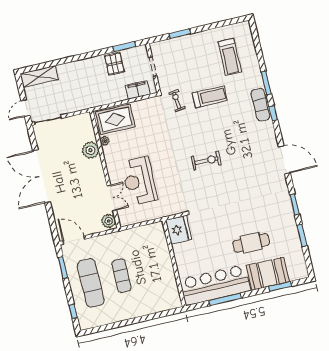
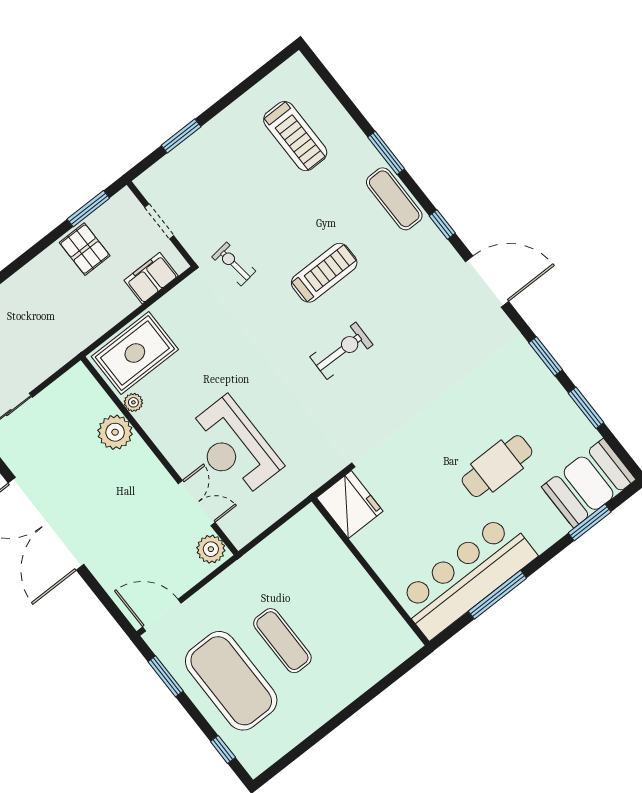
treadmill: (210, 97) -> (324, 273), moved
window: (273, 113) -> (442, 224), moved
booth: (268, 274) -> (589, 483), moved
exercise mat: (91, 283) -> (231, 681), width x1.47

